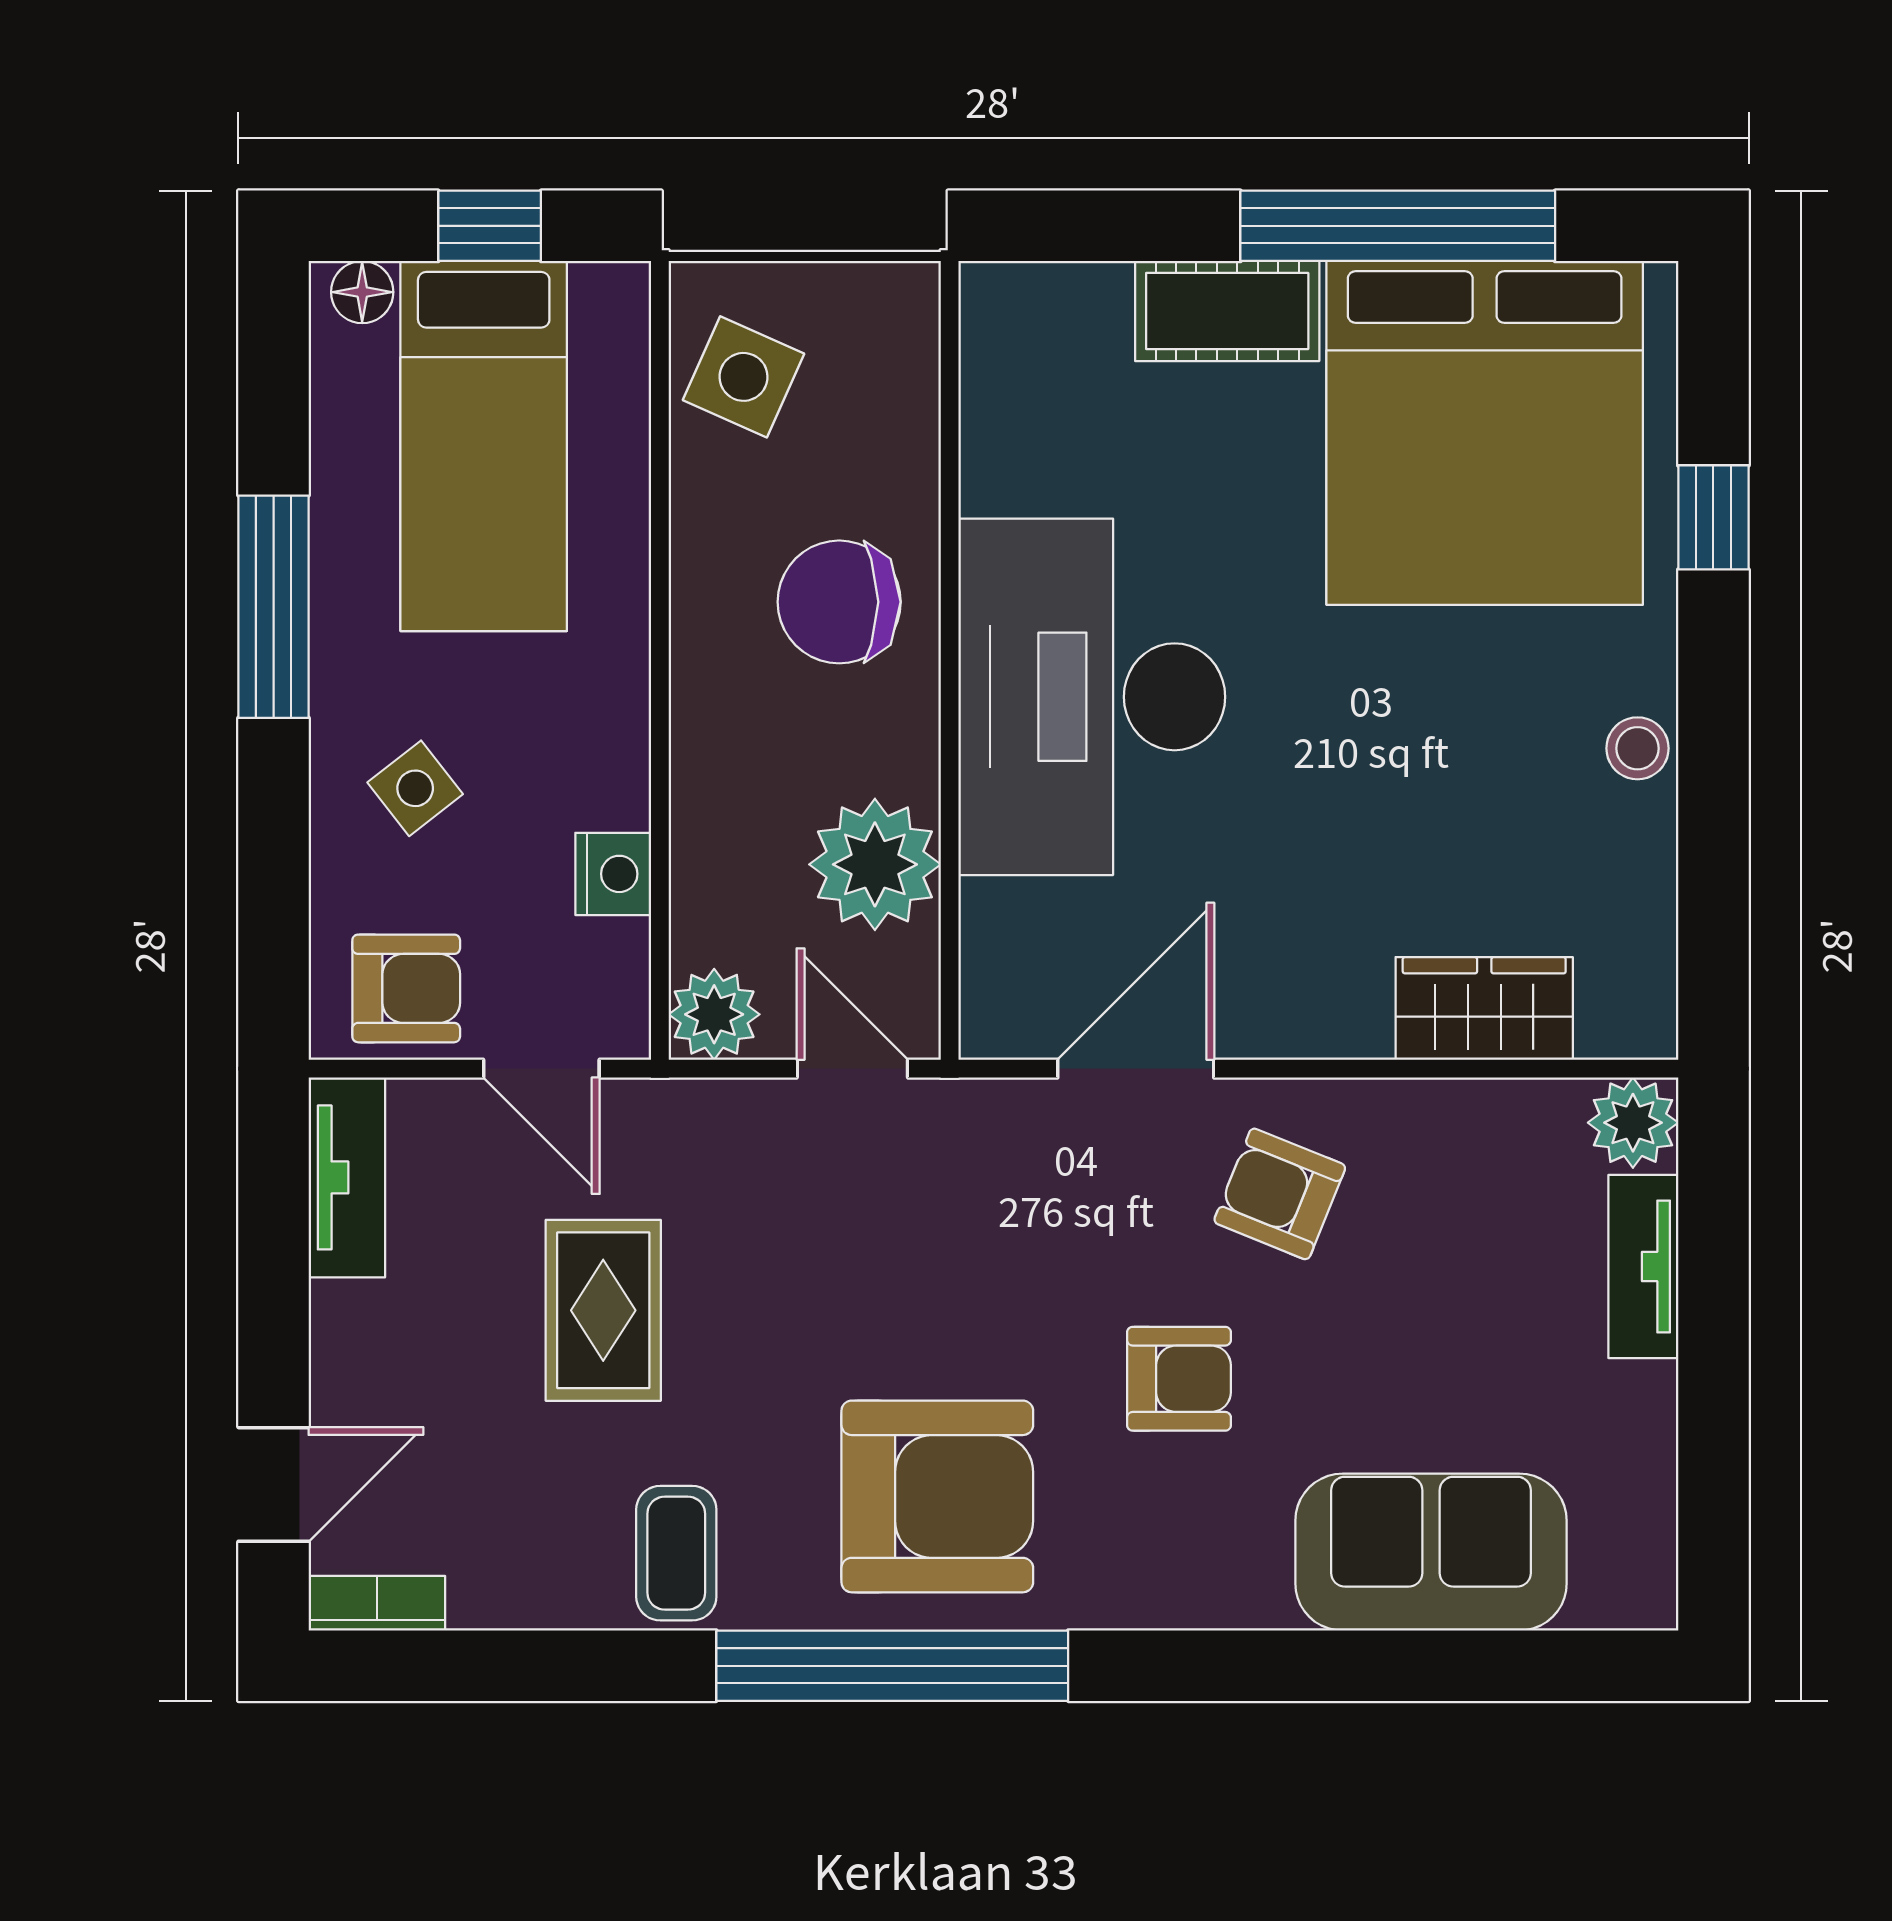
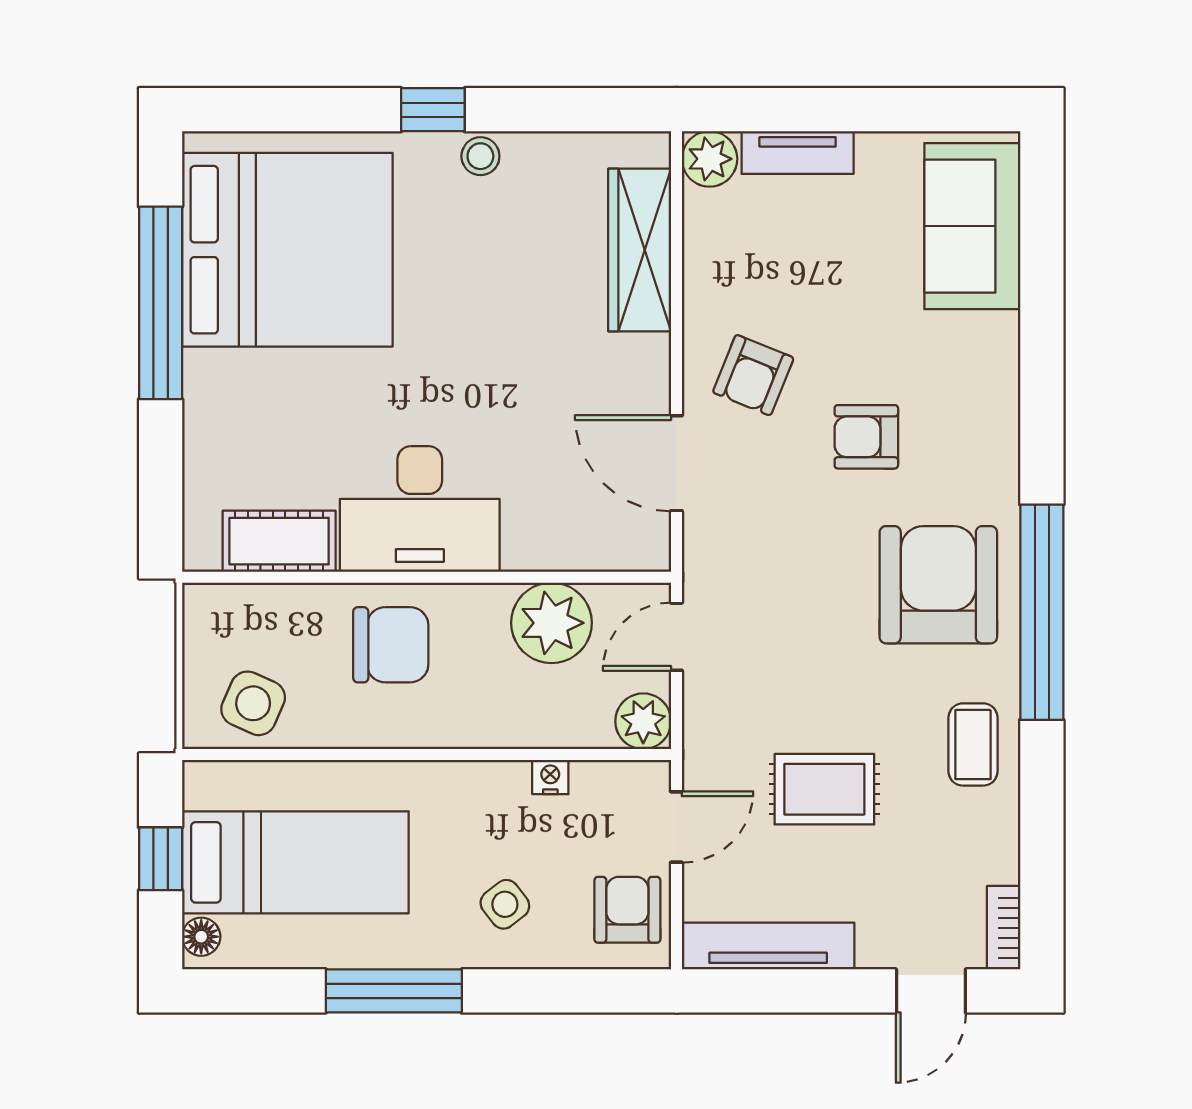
cot: (1227, 311) -> (279, 541), moved, turned 90
window: (1713, 517) -> (433, 110), moved
chair: (839, 602) -> (391, 645), turned -90
desk: (1092, 697) -> (420, 509), width x0.73, depth x0.77
nightstand: (613, 874) -> (550, 777), width x0.72, depth x0.74
wardrobe: (1484, 1008) -> (640, 250), width x1.50
tv unit: (347, 1177) -> (768, 946), width x1.41
armchair: (1179, 1379) -> (866, 437), turned -90
door: (274, 1484) -> (931, 991), swing flipped
sofa: (1431, 1552) -> (972, 226), moved
coffee table: (676, 1553) -> (973, 744), turned 90

